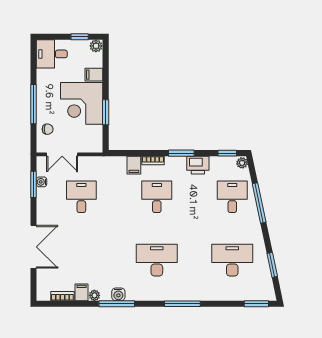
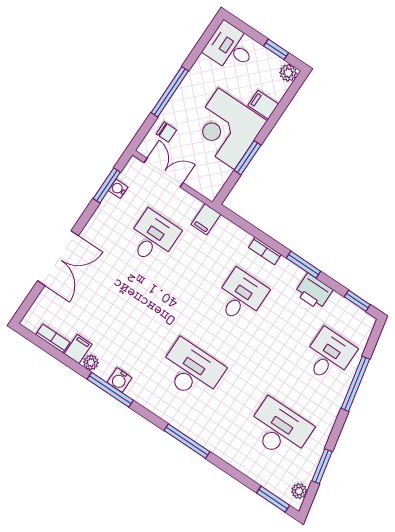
double door: (62, 154) -> (164, 173), swing flipped
plant: (242, 163) -> (299, 491), moved
filing cabinet: (134, 165) -> (206, 219), moved

